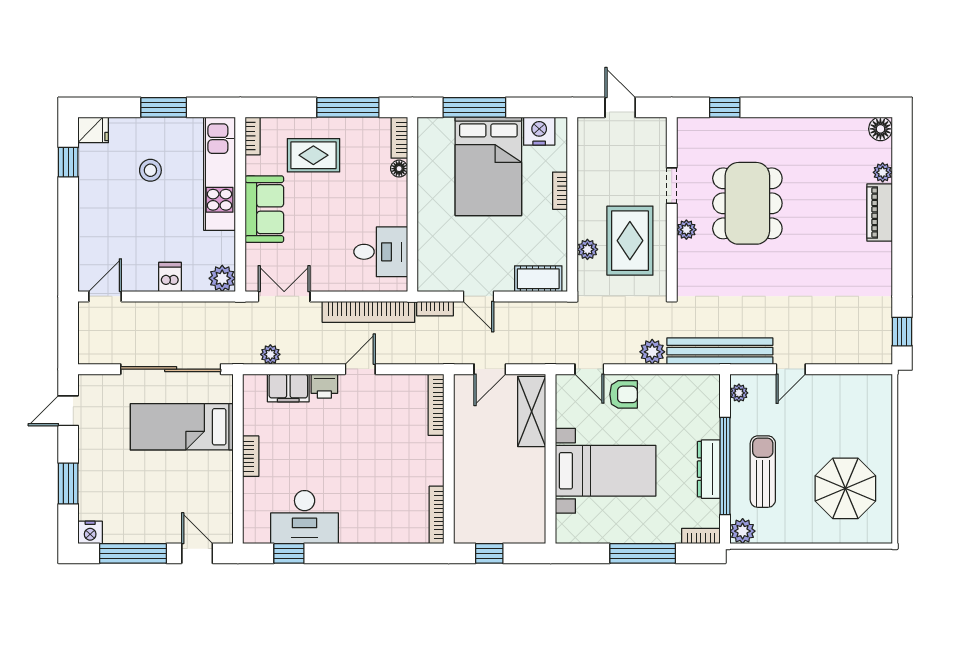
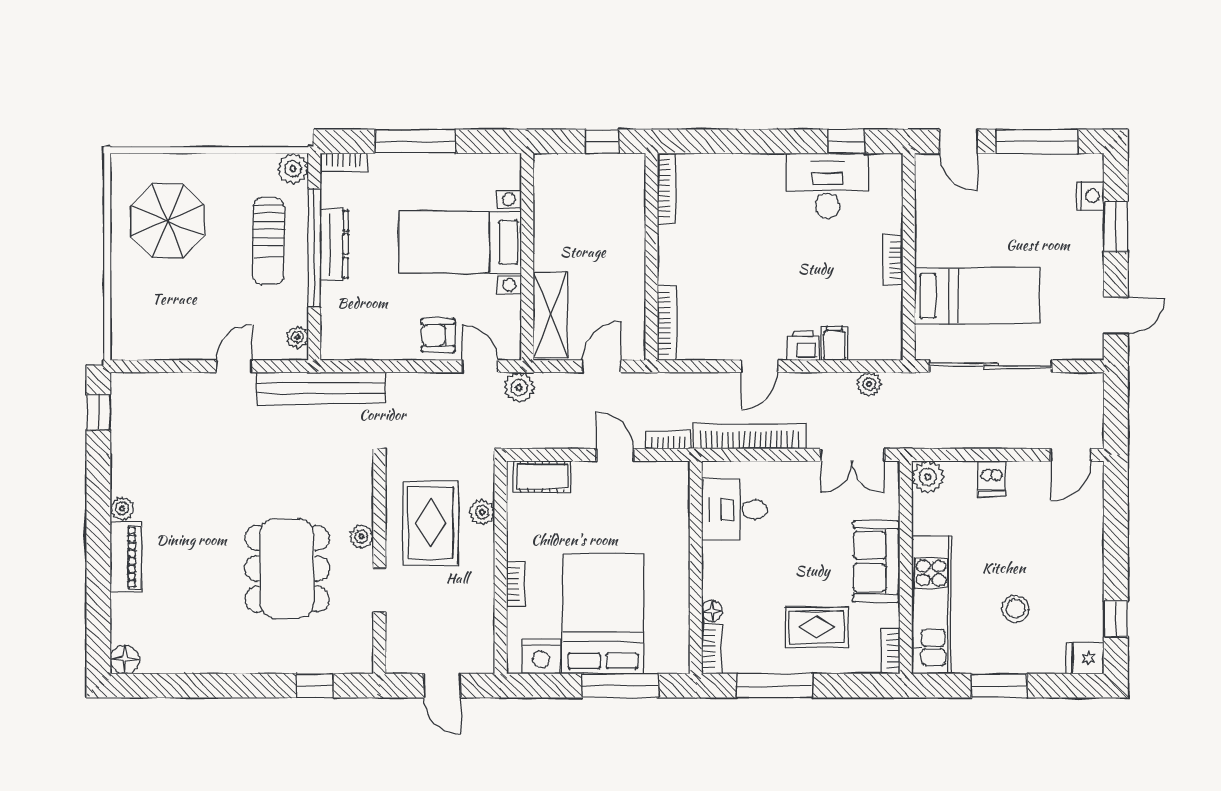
plant: (883, 172) -> (122, 508), moved
plant: (652, 352) -> (519, 387), moved
filing cabinet: (288, 388) -> (834, 343), width x0.50
nightstand: (90, 532) -> (1090, 196), moved, turned 90

